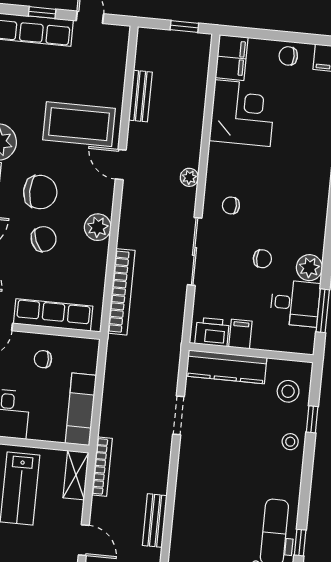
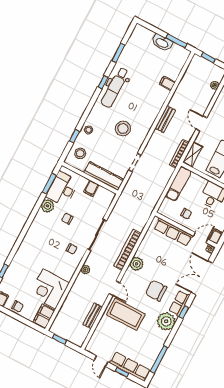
chair: (44, 239) -> (164, 269), removed
bookcase: (121, 292) -> (127, 250), moved
desk: (295, 303) -> (62, 189), width x1.37
printer: (212, 332) -> (104, 195), removed
stool: (227, 471) -> (123, 128), added

